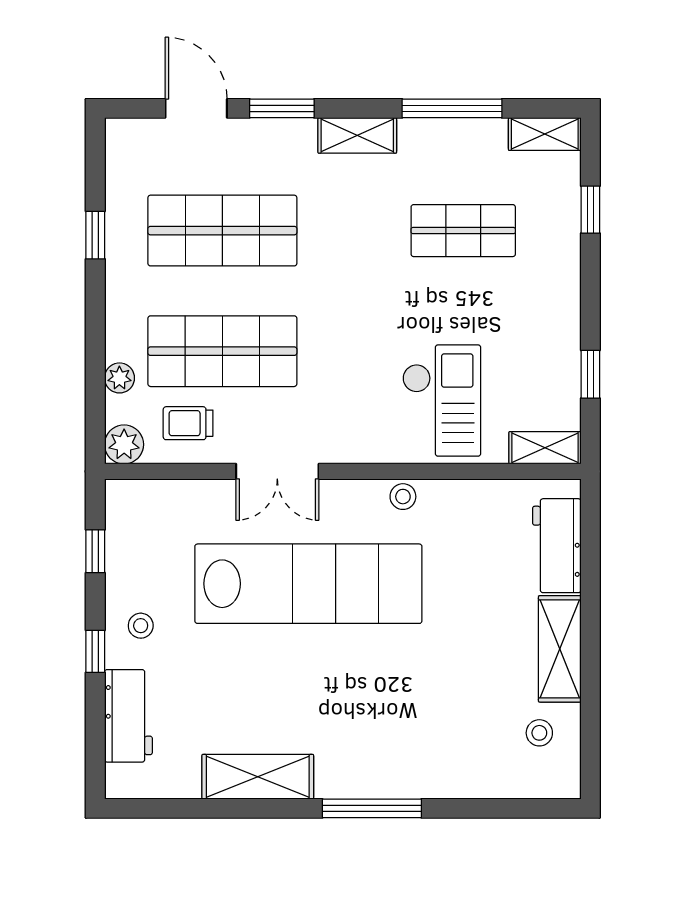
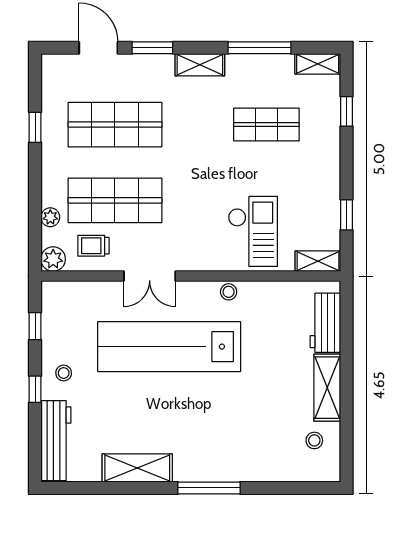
lab bench: (308, 584) -> (169, 347), turned 180
workbench: (128, 716) -> (56, 441), width x1.37

